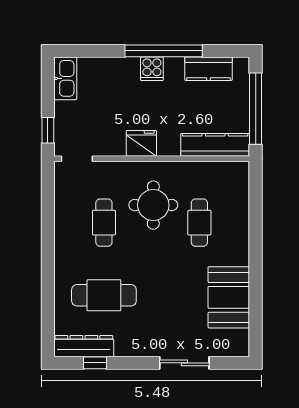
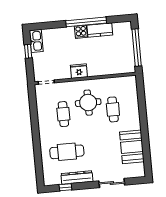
kitchen counter: (208, 69) -> (100, 30), moved
window: (48, 130) -> (28, 51), moved
kitchen counter: (215, 145) -> (117, 68), removed
dresser: (84, 346) -> (77, 177), moved

